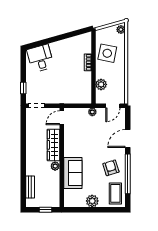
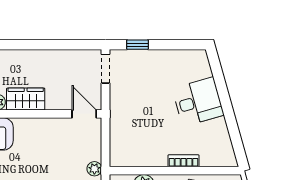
desk: (40, 58) -> (198, 102), moved
wardrobe: (53, 145) -> (26, 99), width x0.67

